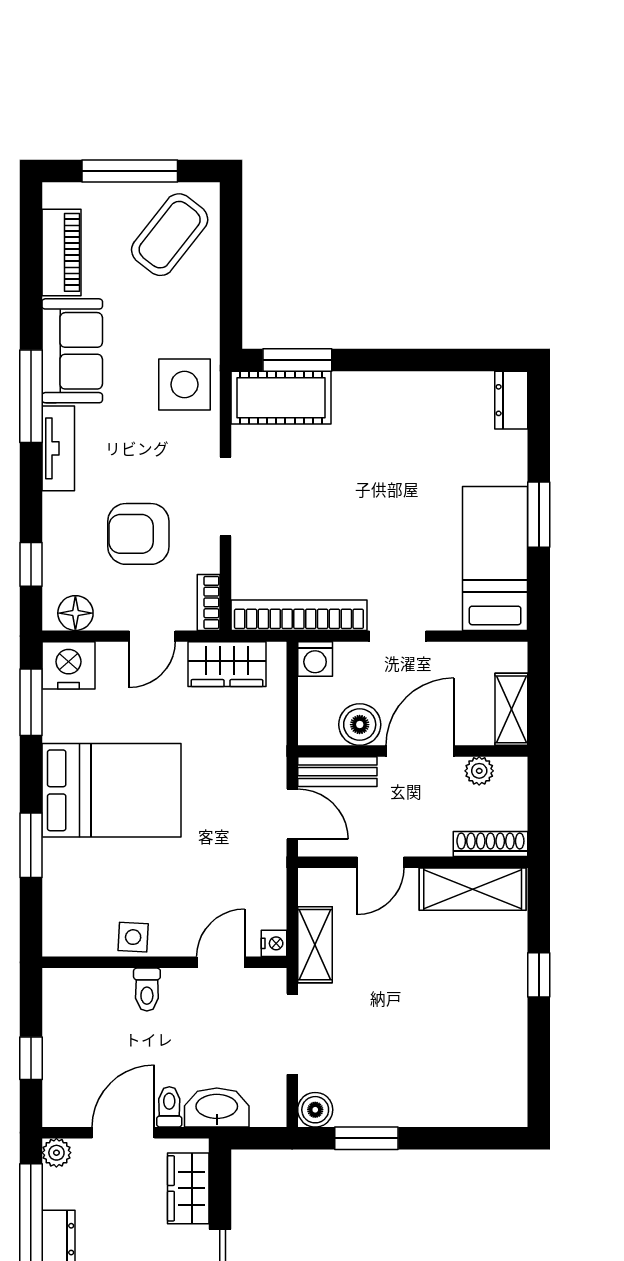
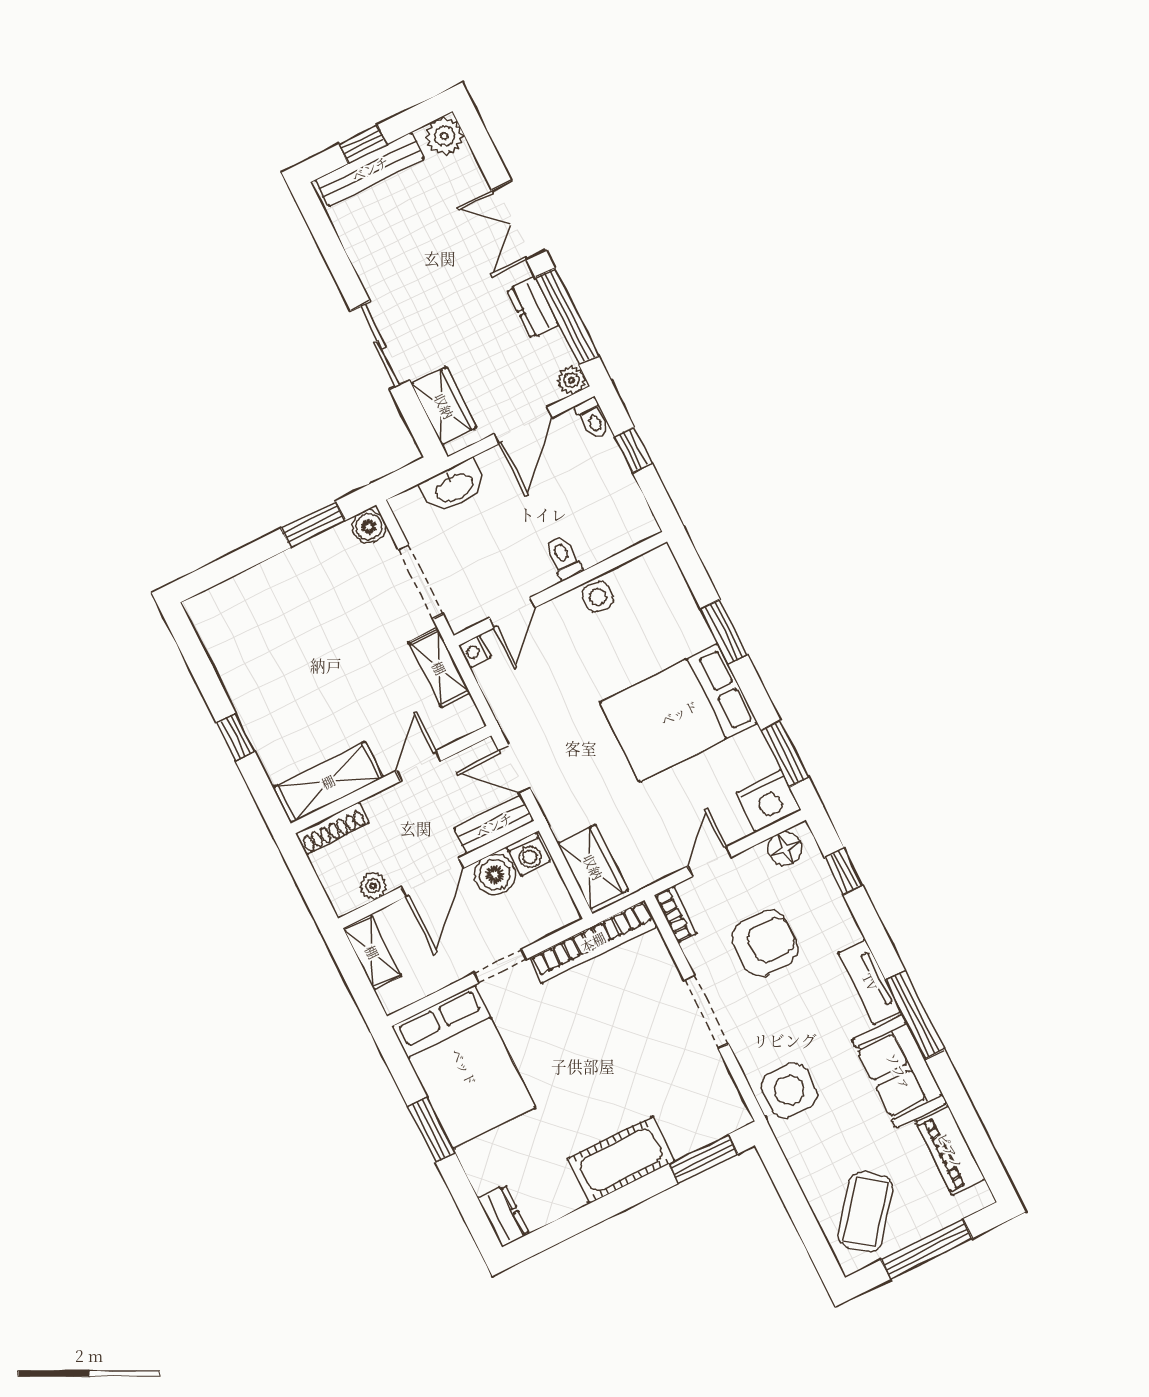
cot: (281, 398) -> (621, 1160), moved
bed: (495, 559) -> (464, 1067), width x1.50
washing machine: (315, 659) -> (528, 854), moved, turned 180
wardrobe: (227, 664) -> (593, 867), moved, turned 90
toilet: (169, 1107) -> (593, 418), moved

